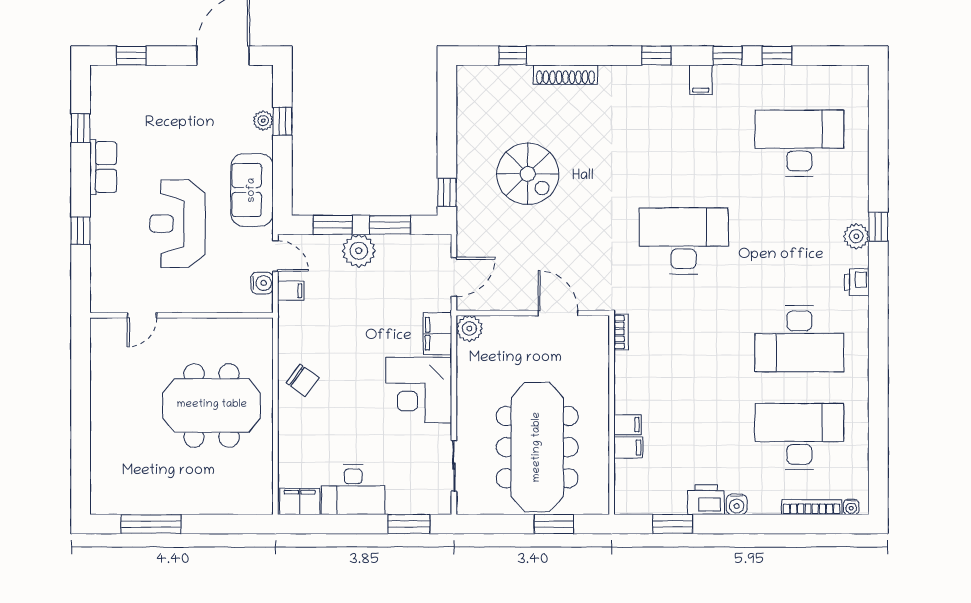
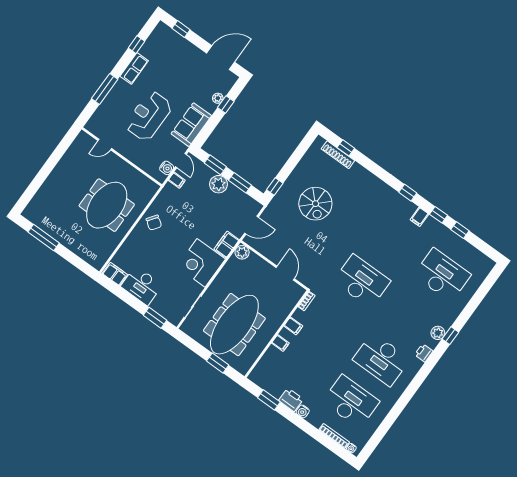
shoe rack: (565, 75) -> (338, 155), moved
window: (81, 231) -> (105, 89), width x2.17
meeting table: (212, 405) -> (107, 205), turned 90
filing cabinet: (628, 448) -> (293, 326), moved

